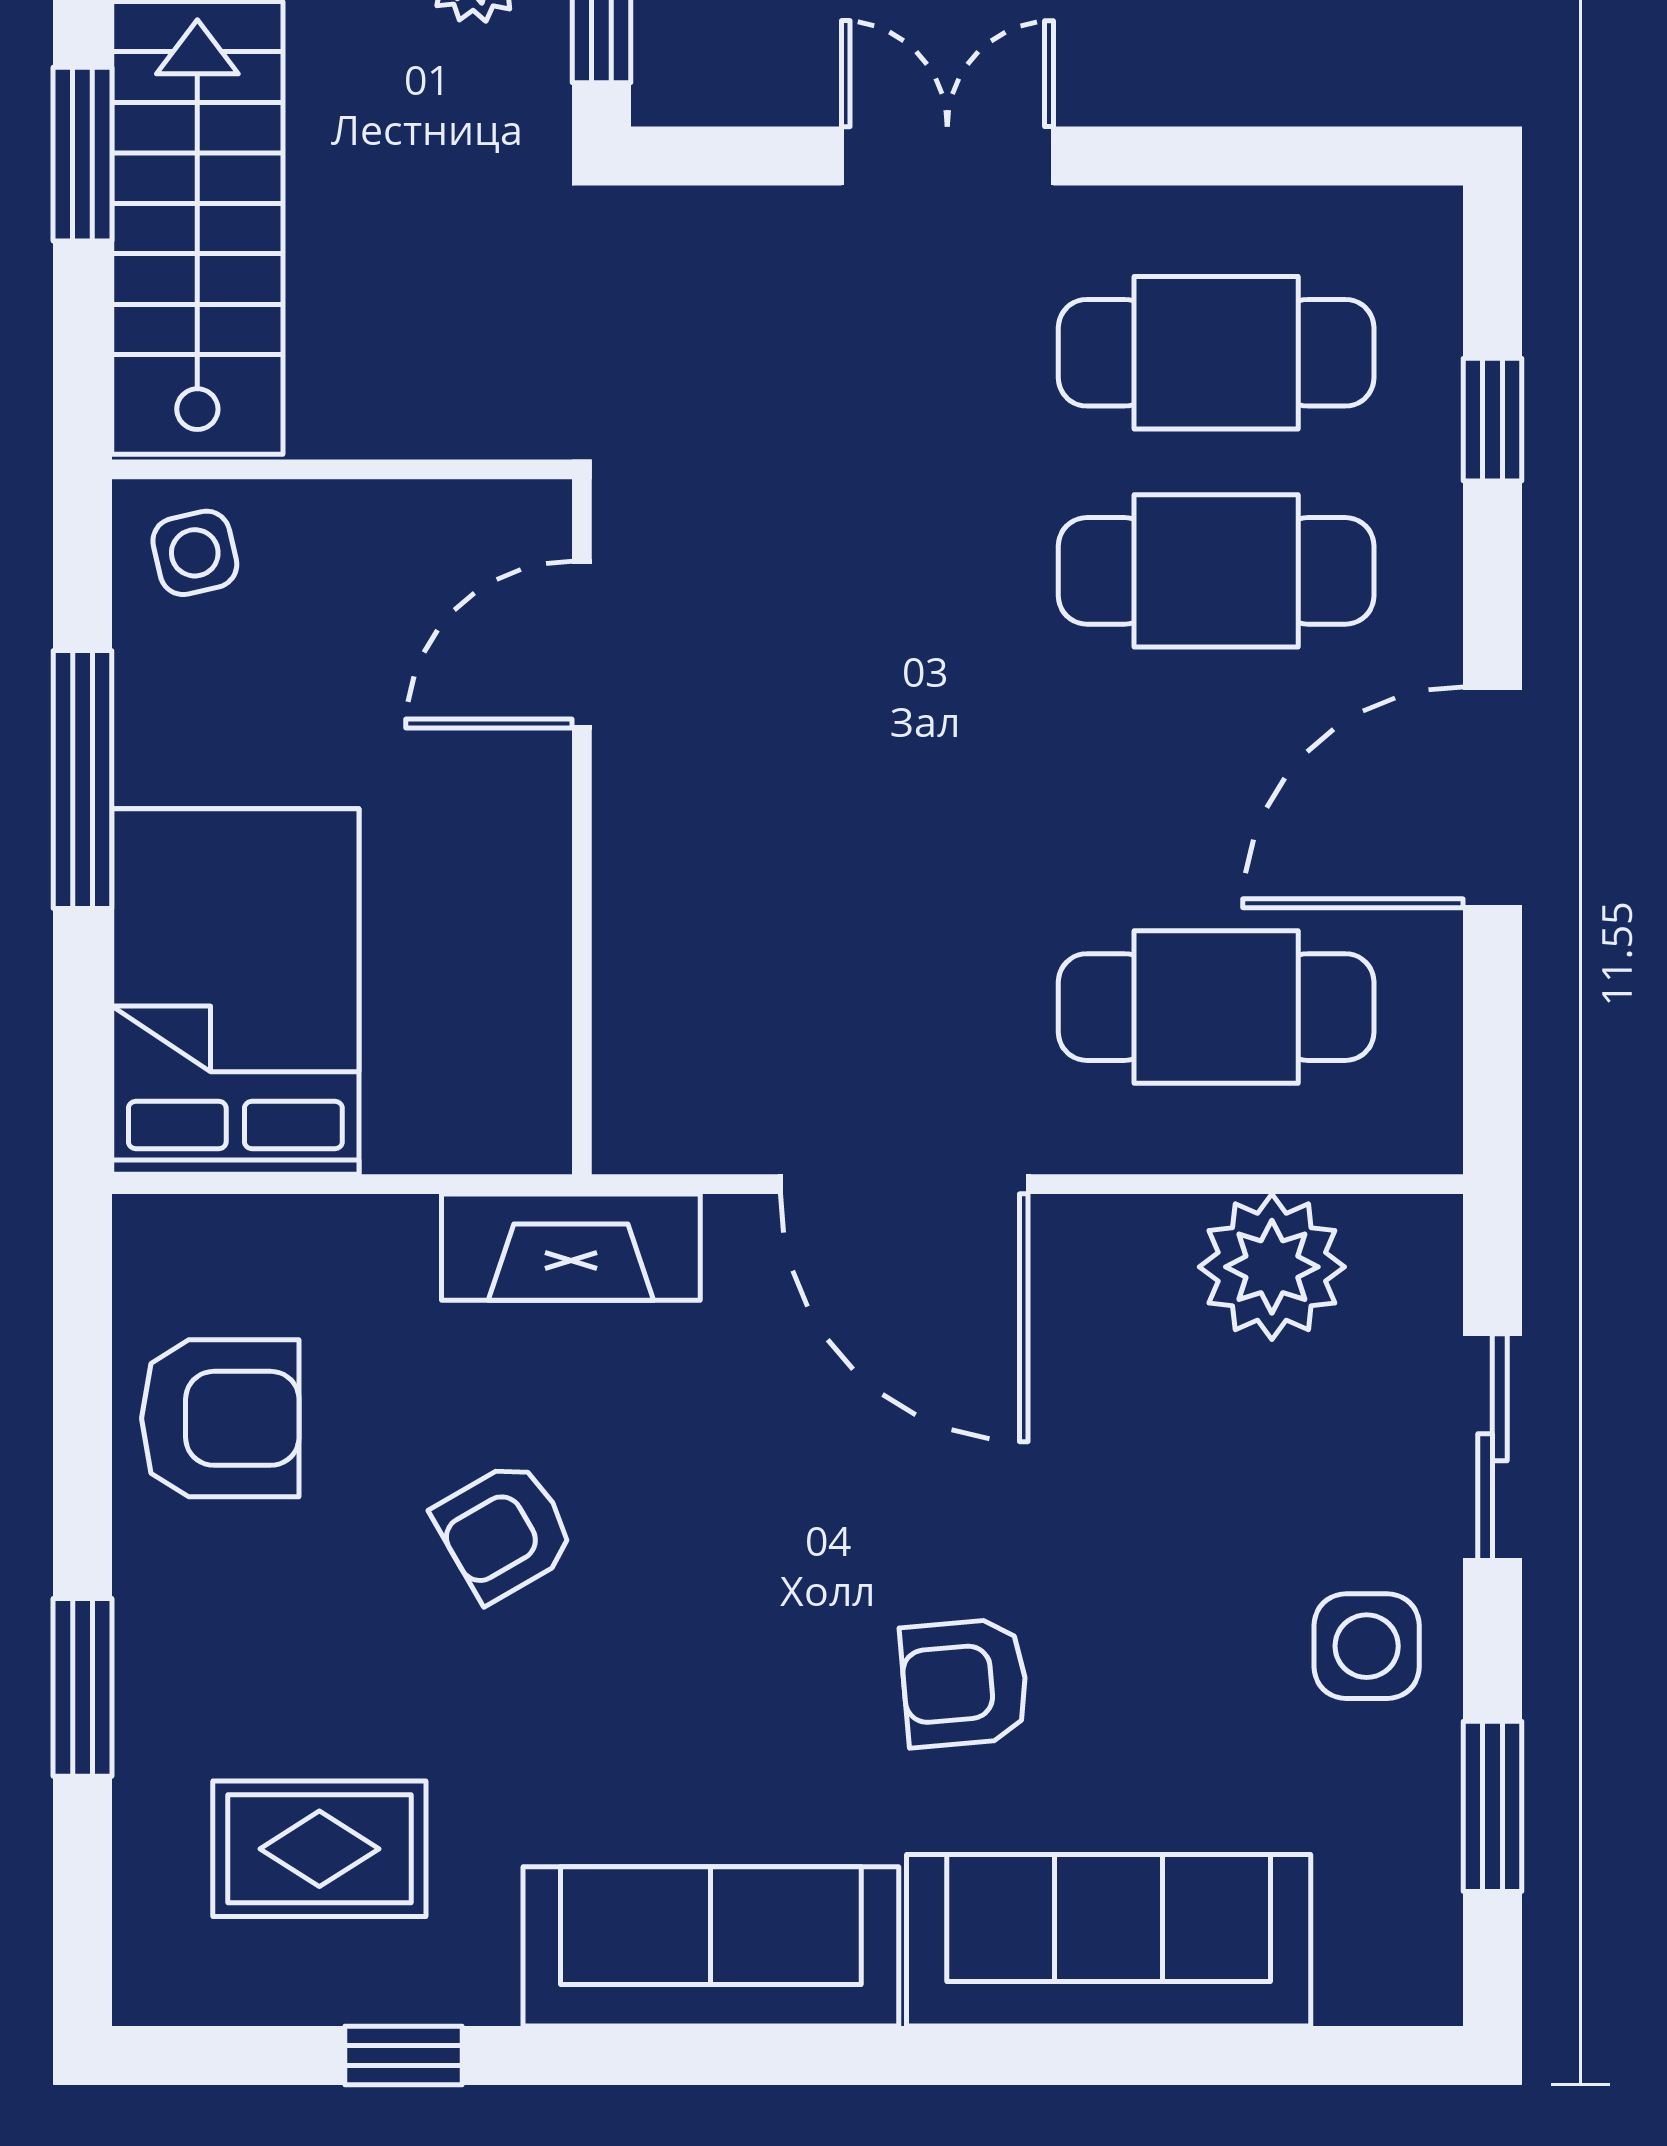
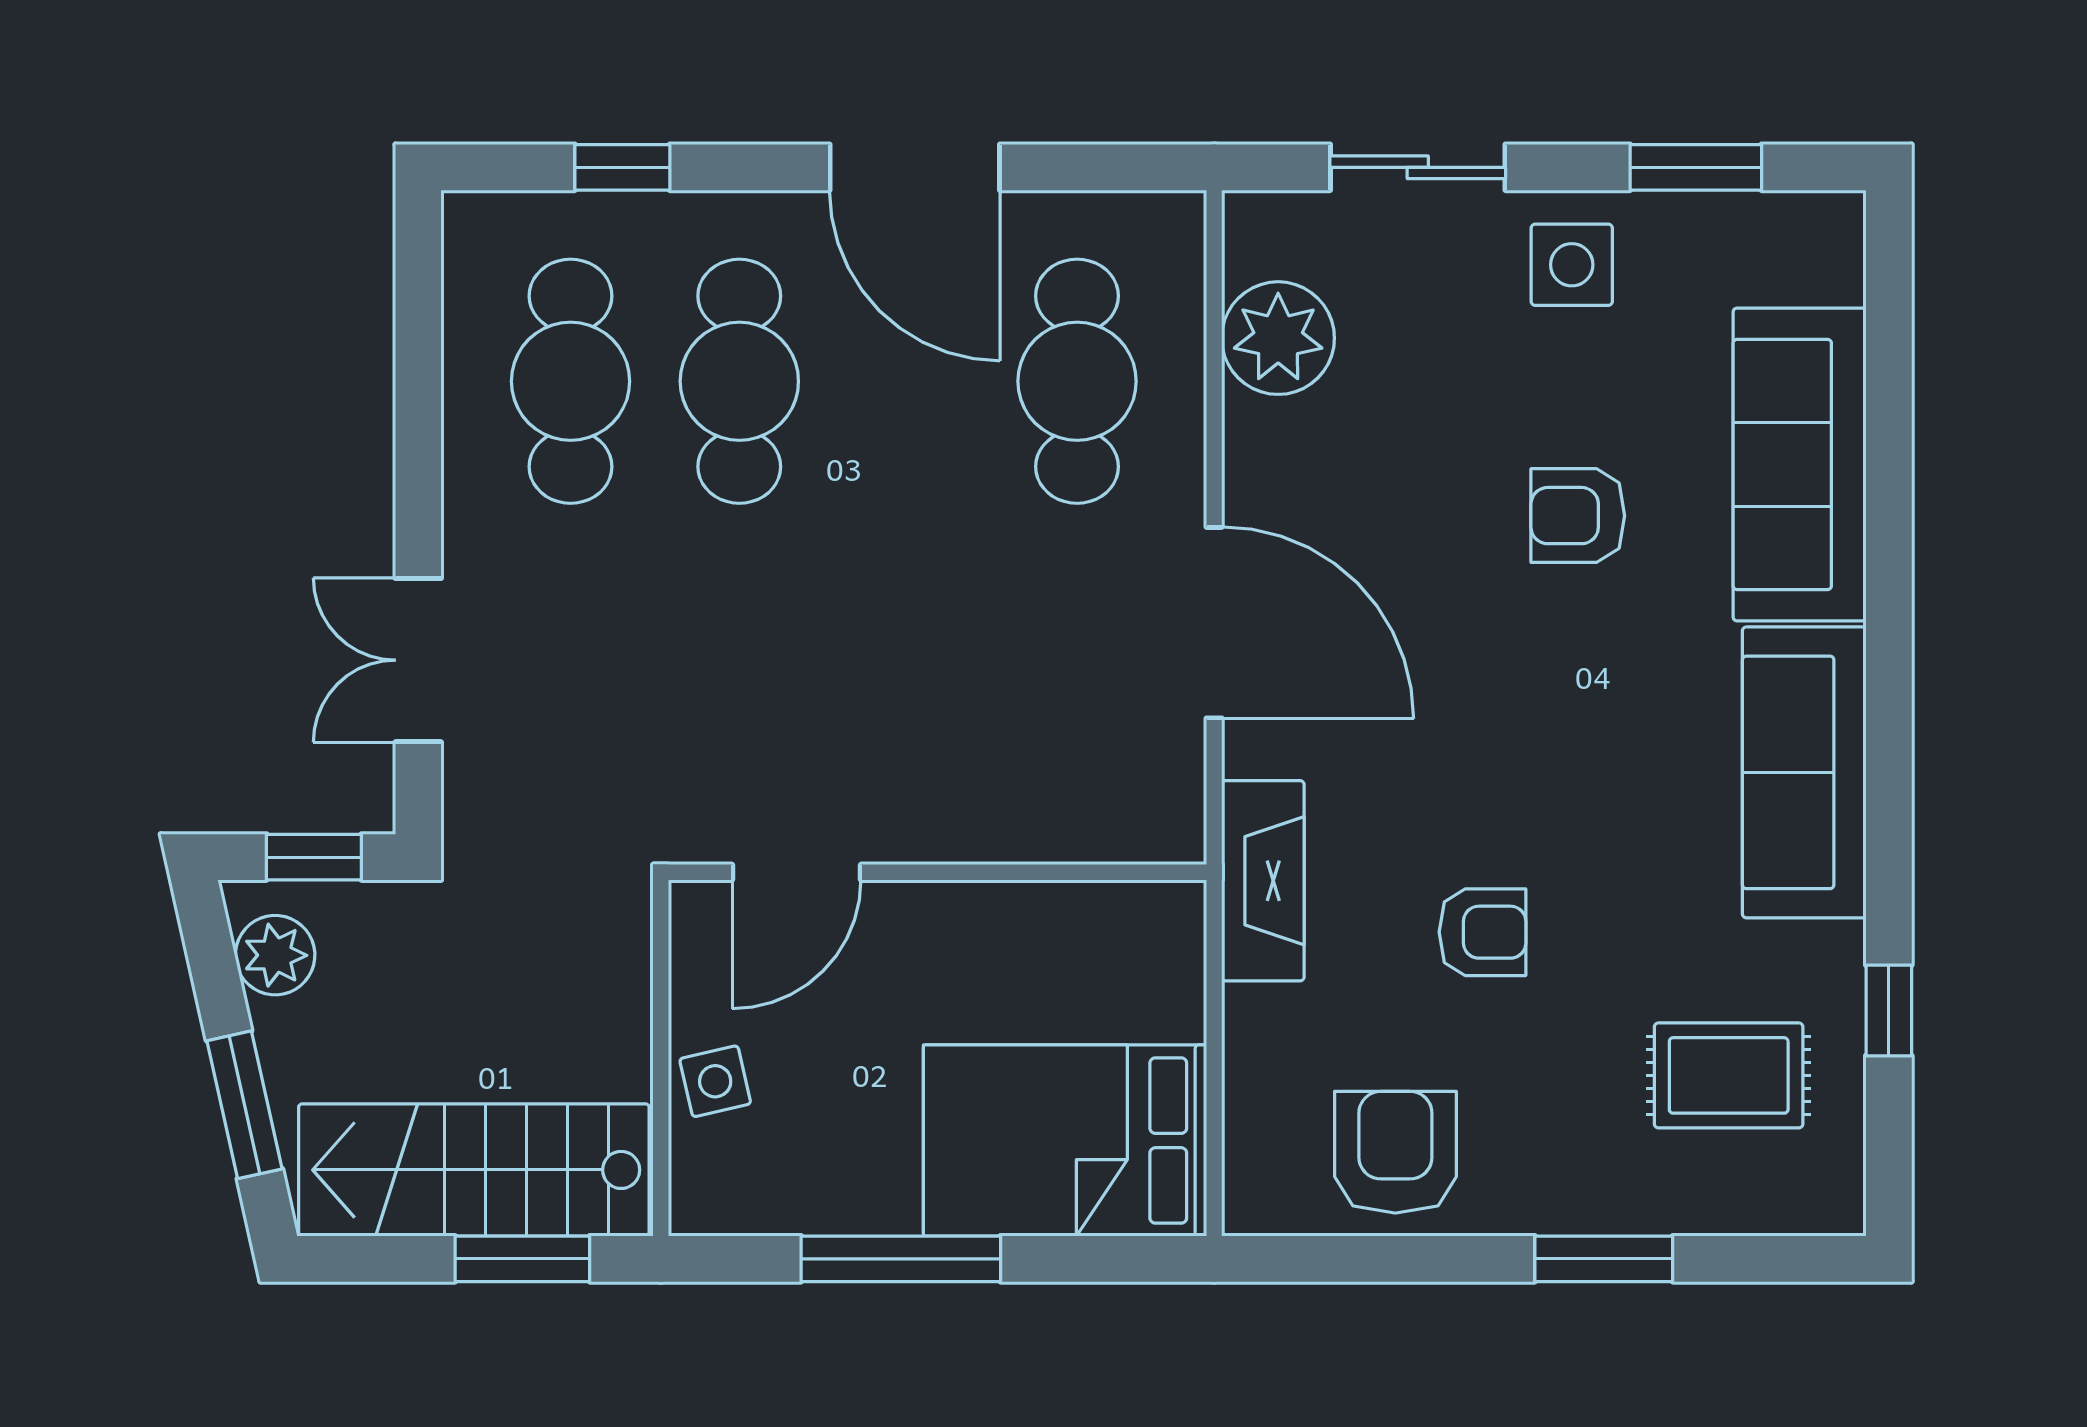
window: (83, 154) -> (522, 1259), moved
double door: (947, 156) -> (418, 660), moved
side table: (195, 553) -> (715, 1081), moved
door: (582, 645) -> (796, 872), hinge flipped
door: (904, 1184) -> (1214, 623), hinge flipped
armchair: (504, 1531) -> (1482, 932), turned -60
armchair: (965, 1683) -> (1578, 516), moved, turned 95
rug: (319, 1849) -> (1729, 1075), turned 90

